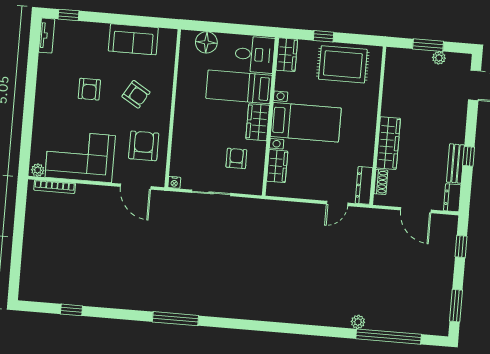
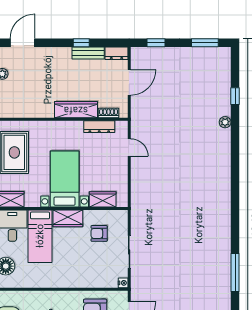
dresser: (364, 185) -> (99, 127), moved
window: (389, 337) -> (235, 96), width x0.32

